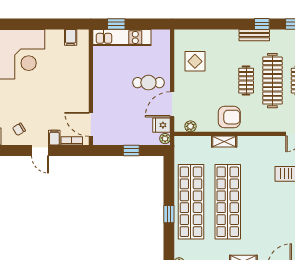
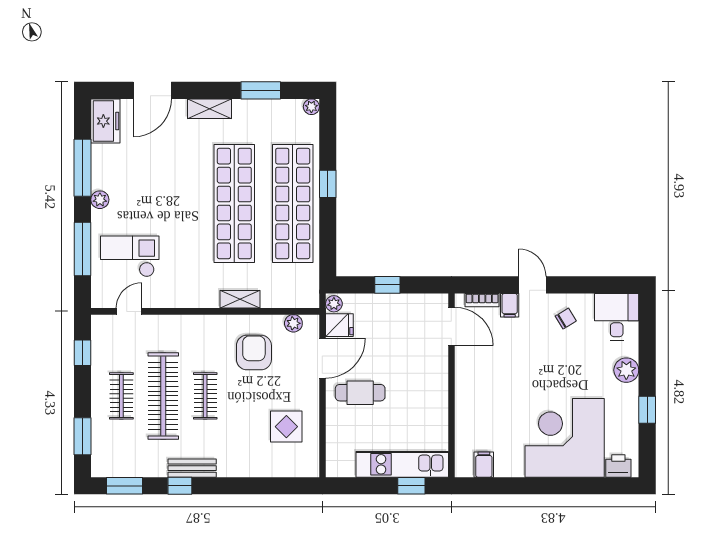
armchair: (229, 117) -> (254, 352), moved, turned 90

